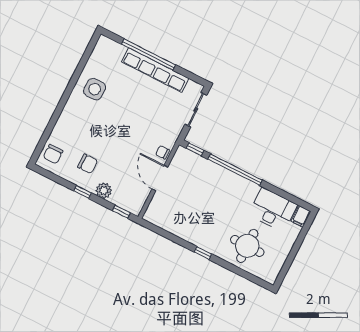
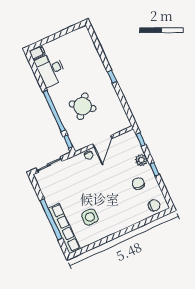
row of seats: (155, 70) -> (64, 228), moved
side table: (95, 89) -> (90, 217), moved
round table: (247, 246) -> (83, 106), moved, turned 37

